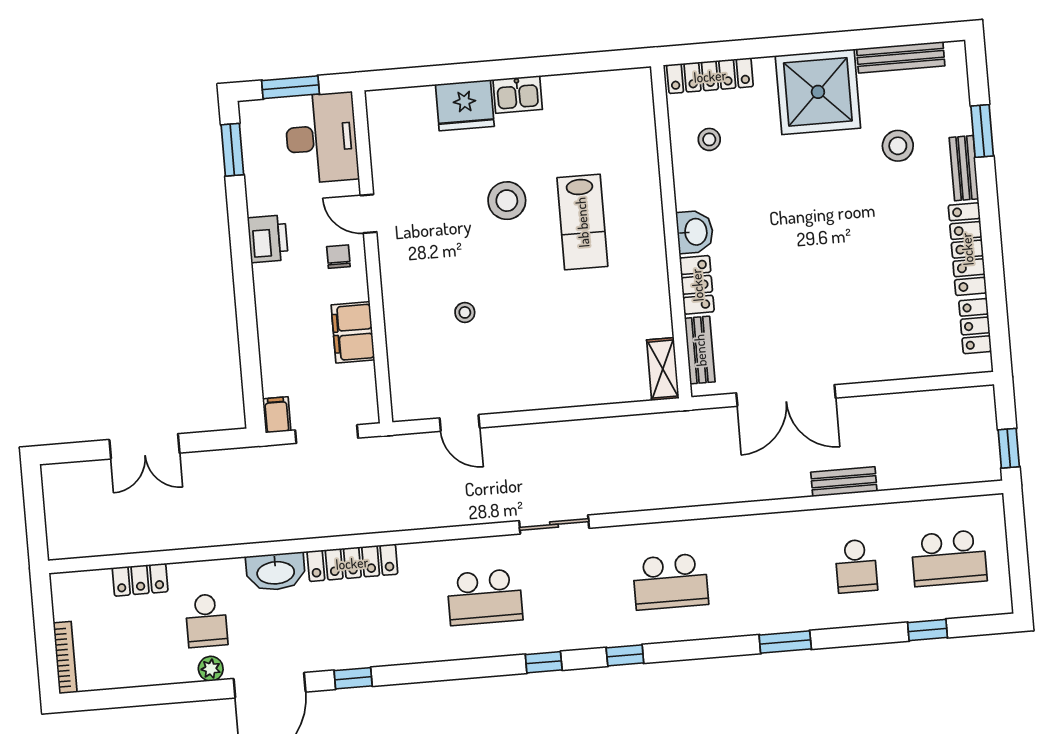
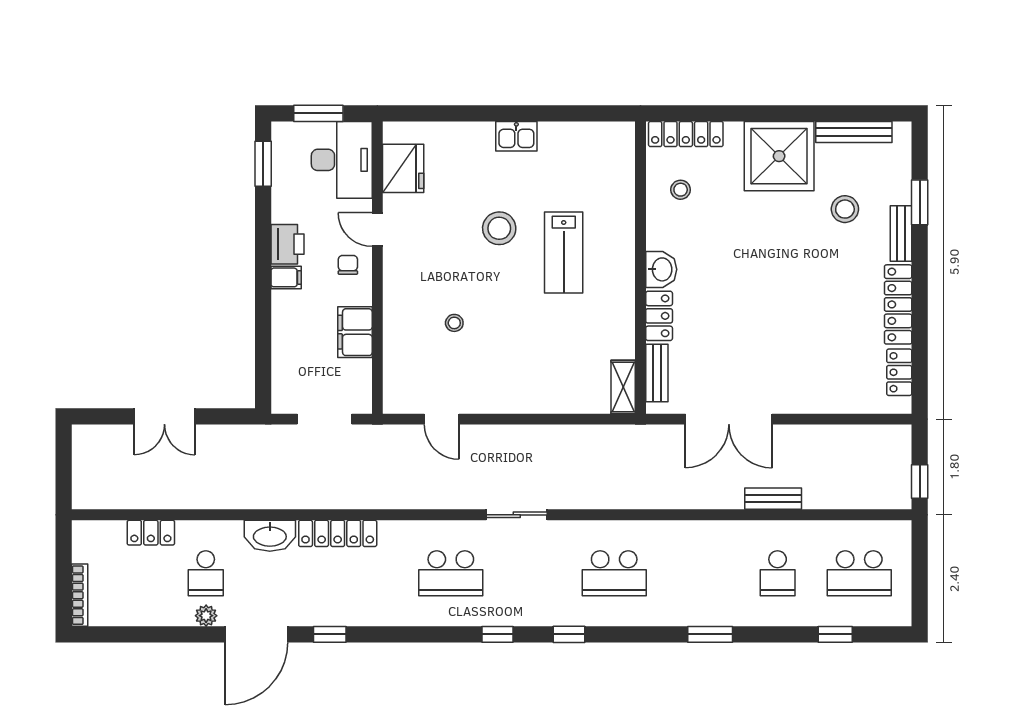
fridge: (465, 105) -> (403, 168), moved, turned -90
filing cabinet: (277, 415) -> (286, 277), moved, turned 90

